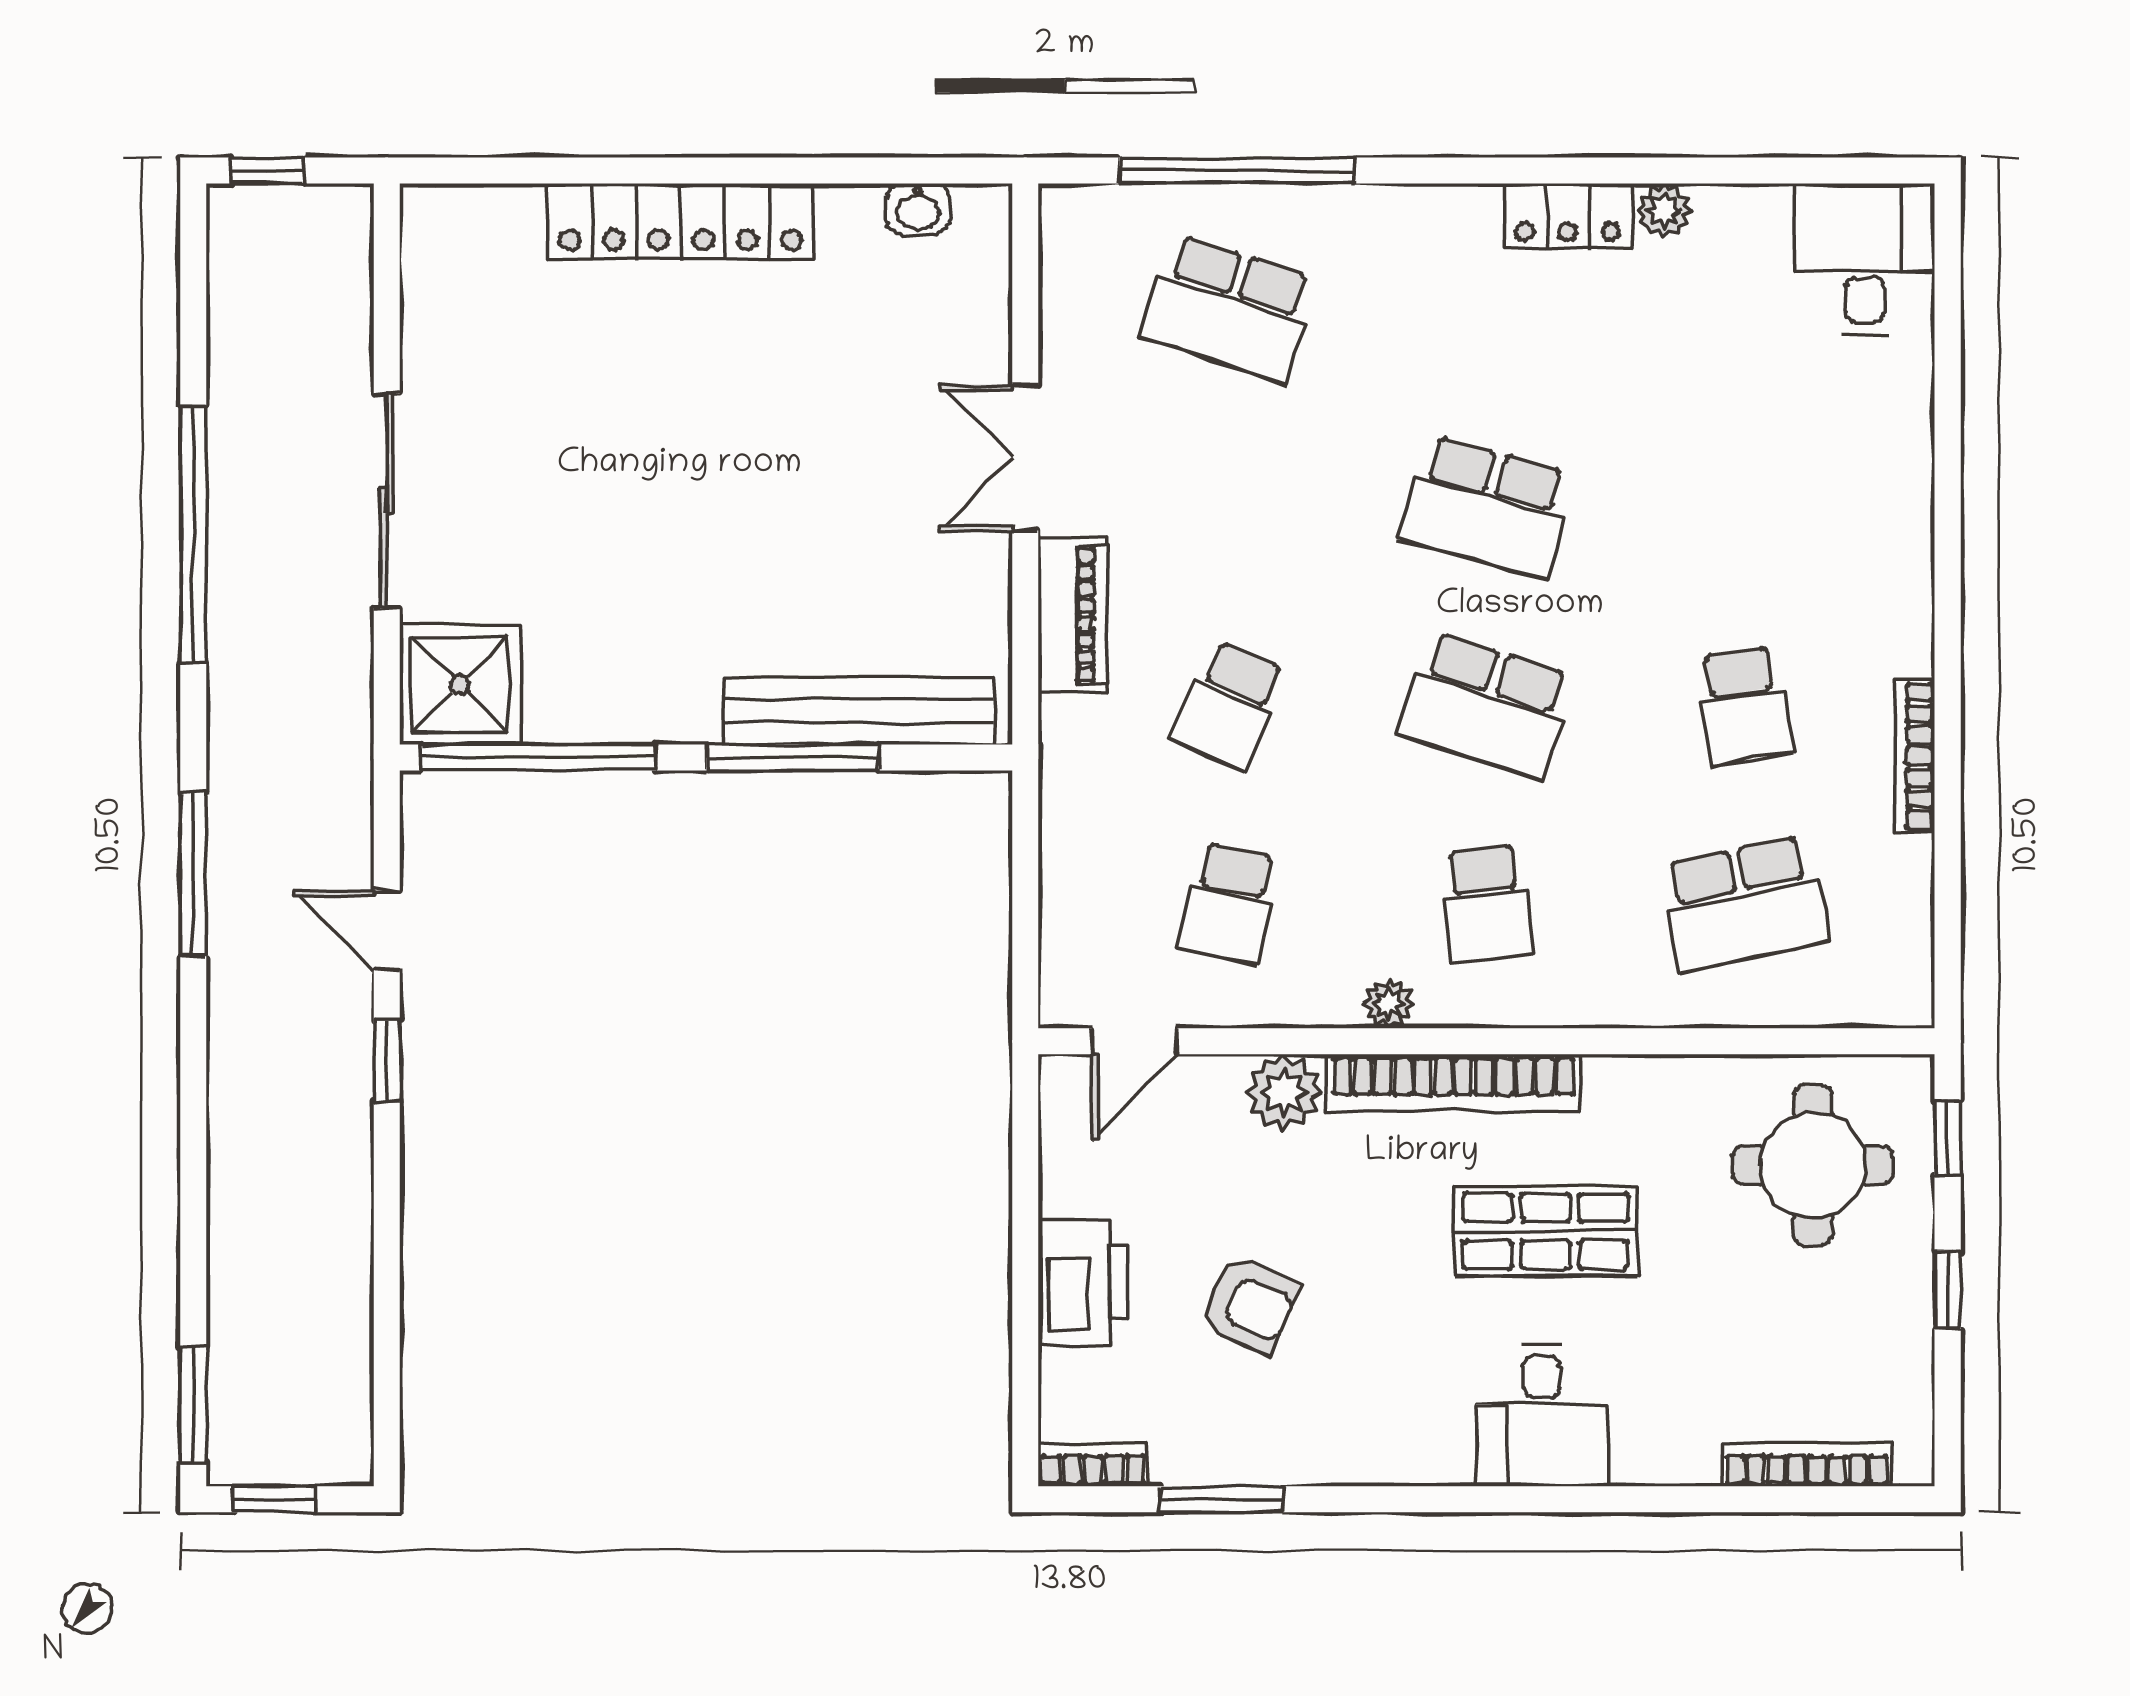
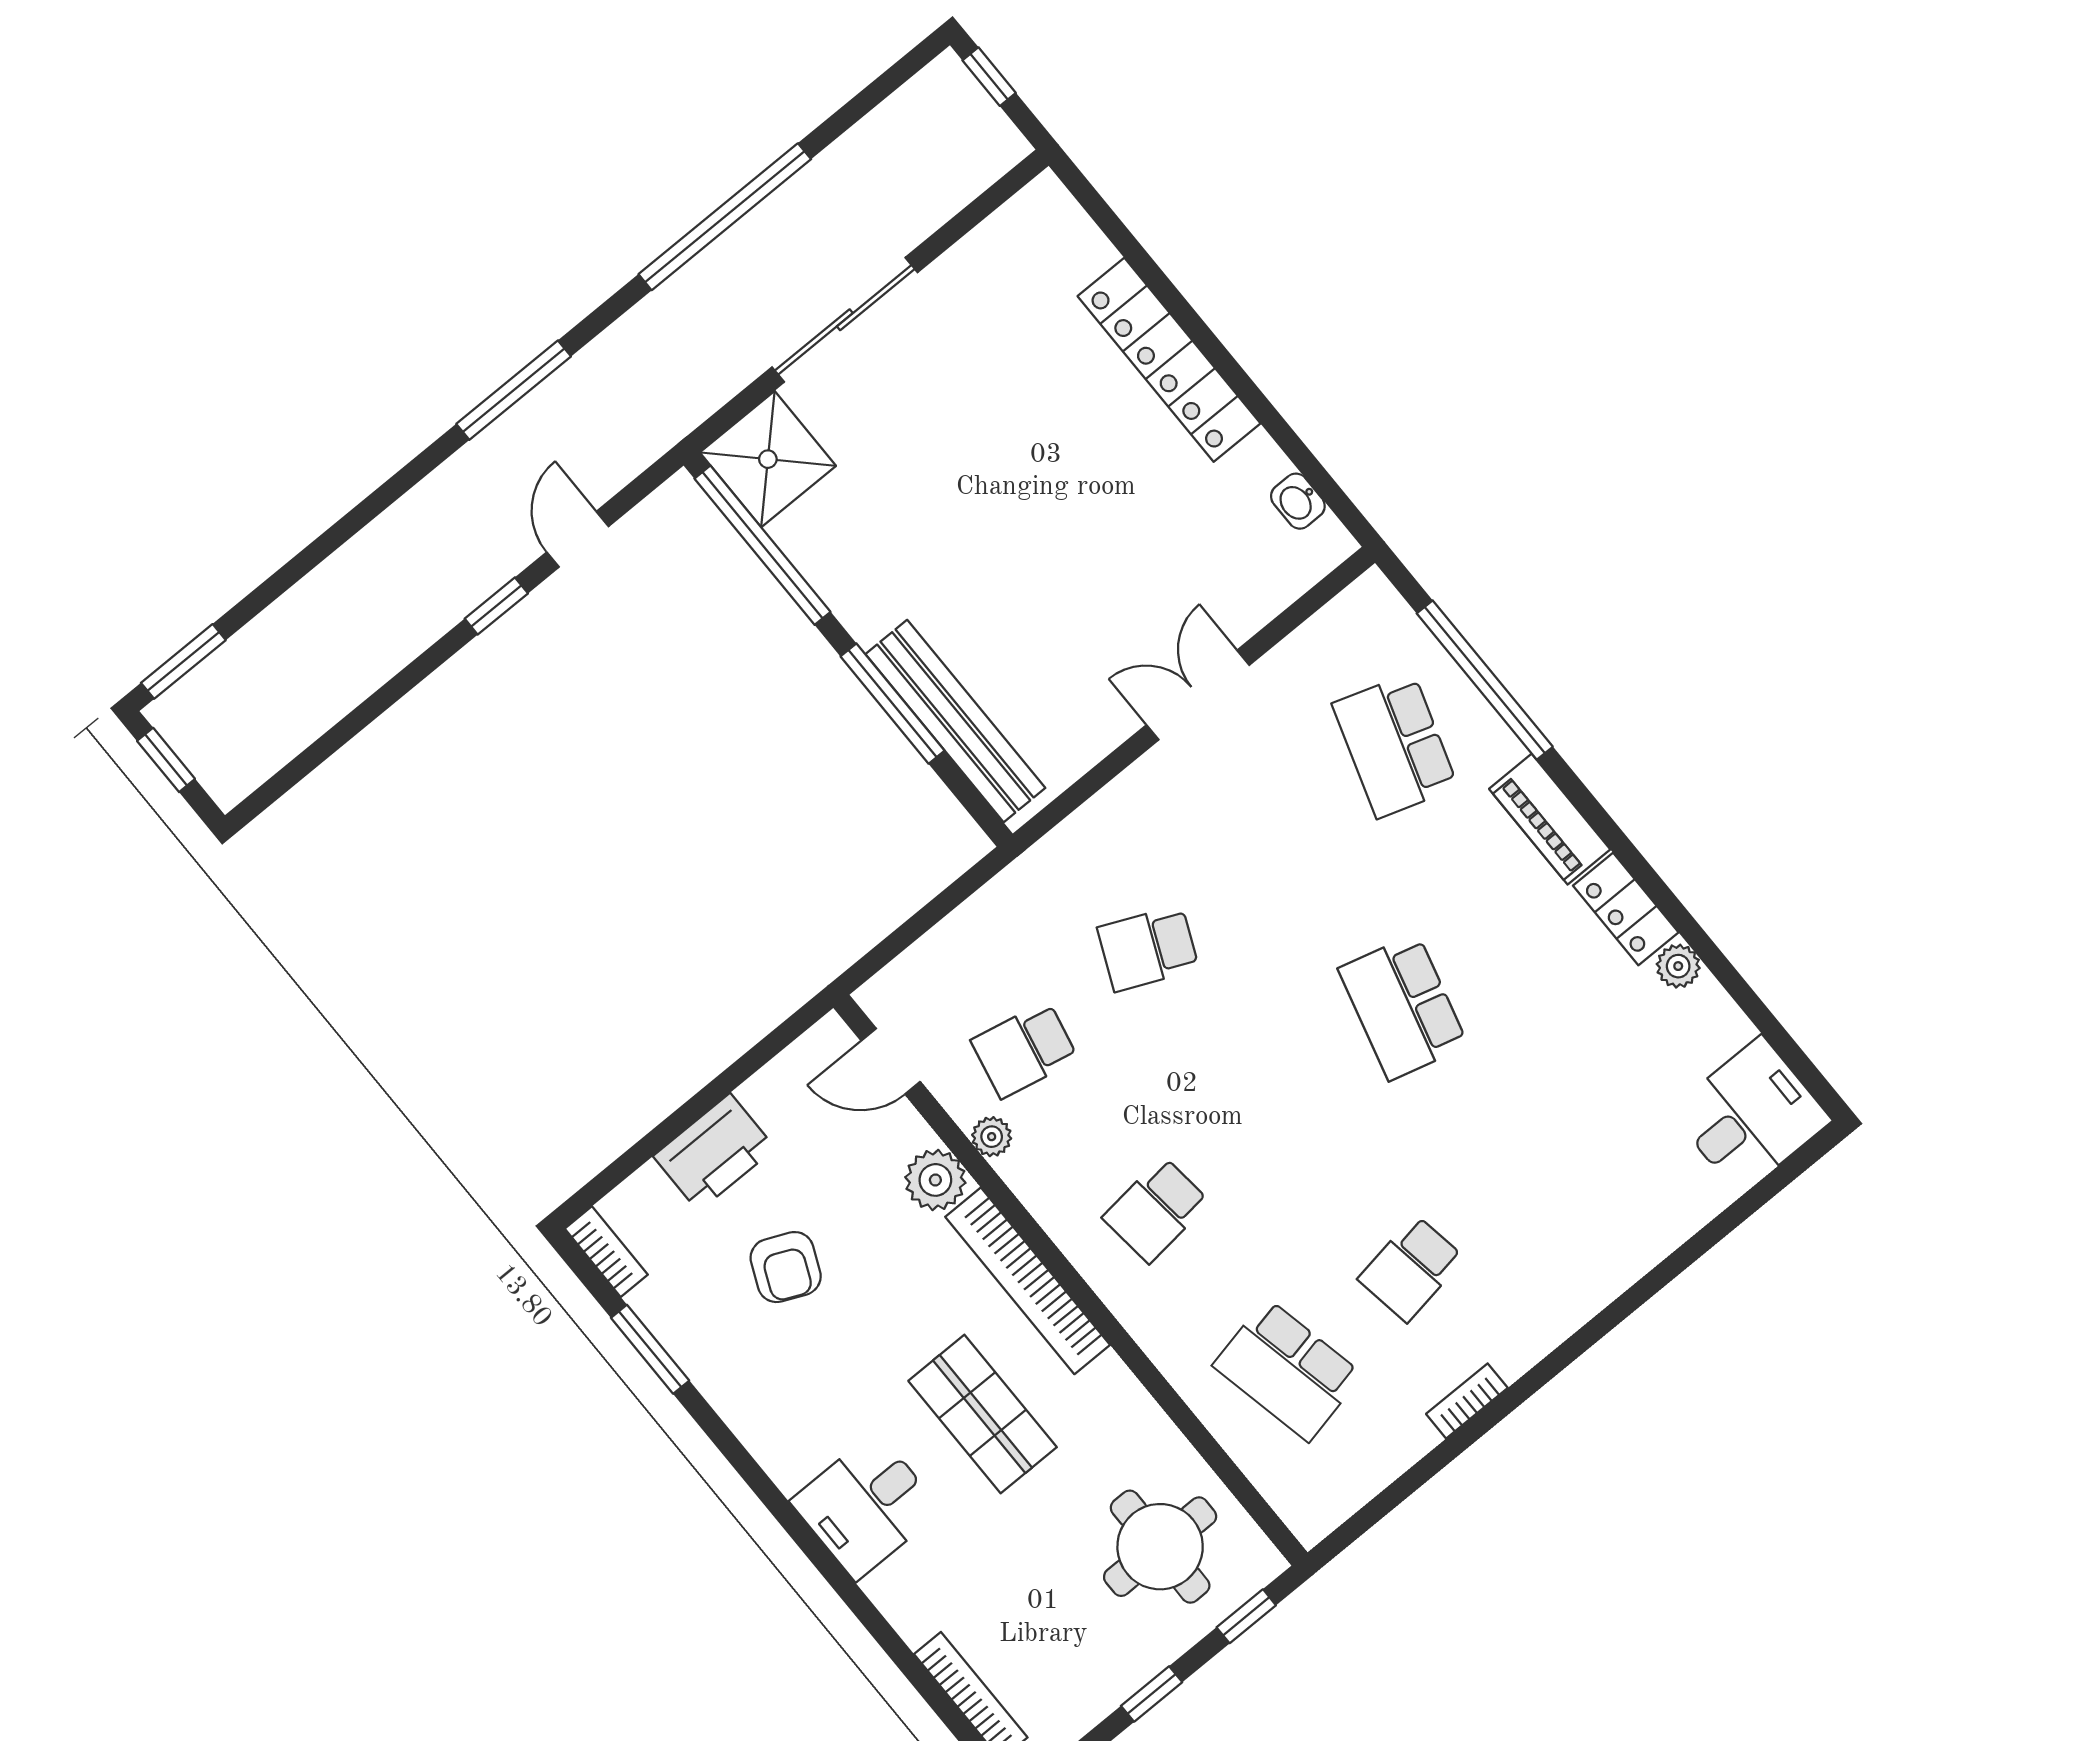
piano: (1073, 615) -> (1550, 819), moved, turned 90
school desk: (1486, 705) -> (1280, 1108), removed
bookcase: (1915, 756) -> (1467, 1401), width x0.64
plant: (1389, 1004) -> (992, 1137), moved

